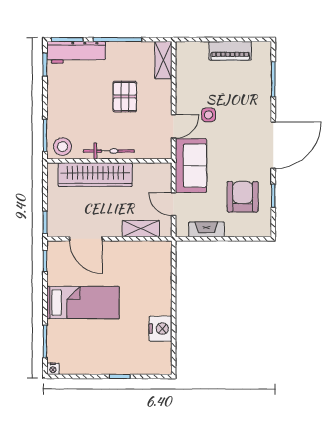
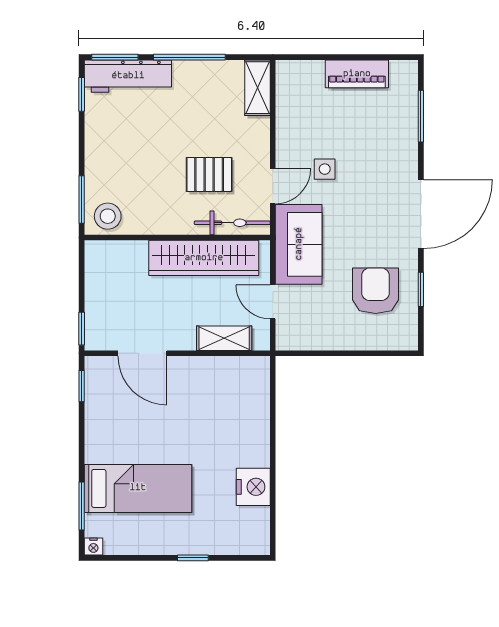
pallet: (125, 97) -> (209, 174), moved, turned 90
bicycle: (109, 151) -> (232, 223), moved
wardrobe: (95, 175) -> (204, 258), moved
fireplace: (206, 229) -> (322, 339), removed
bed: (83, 303) -> (138, 488), moved

